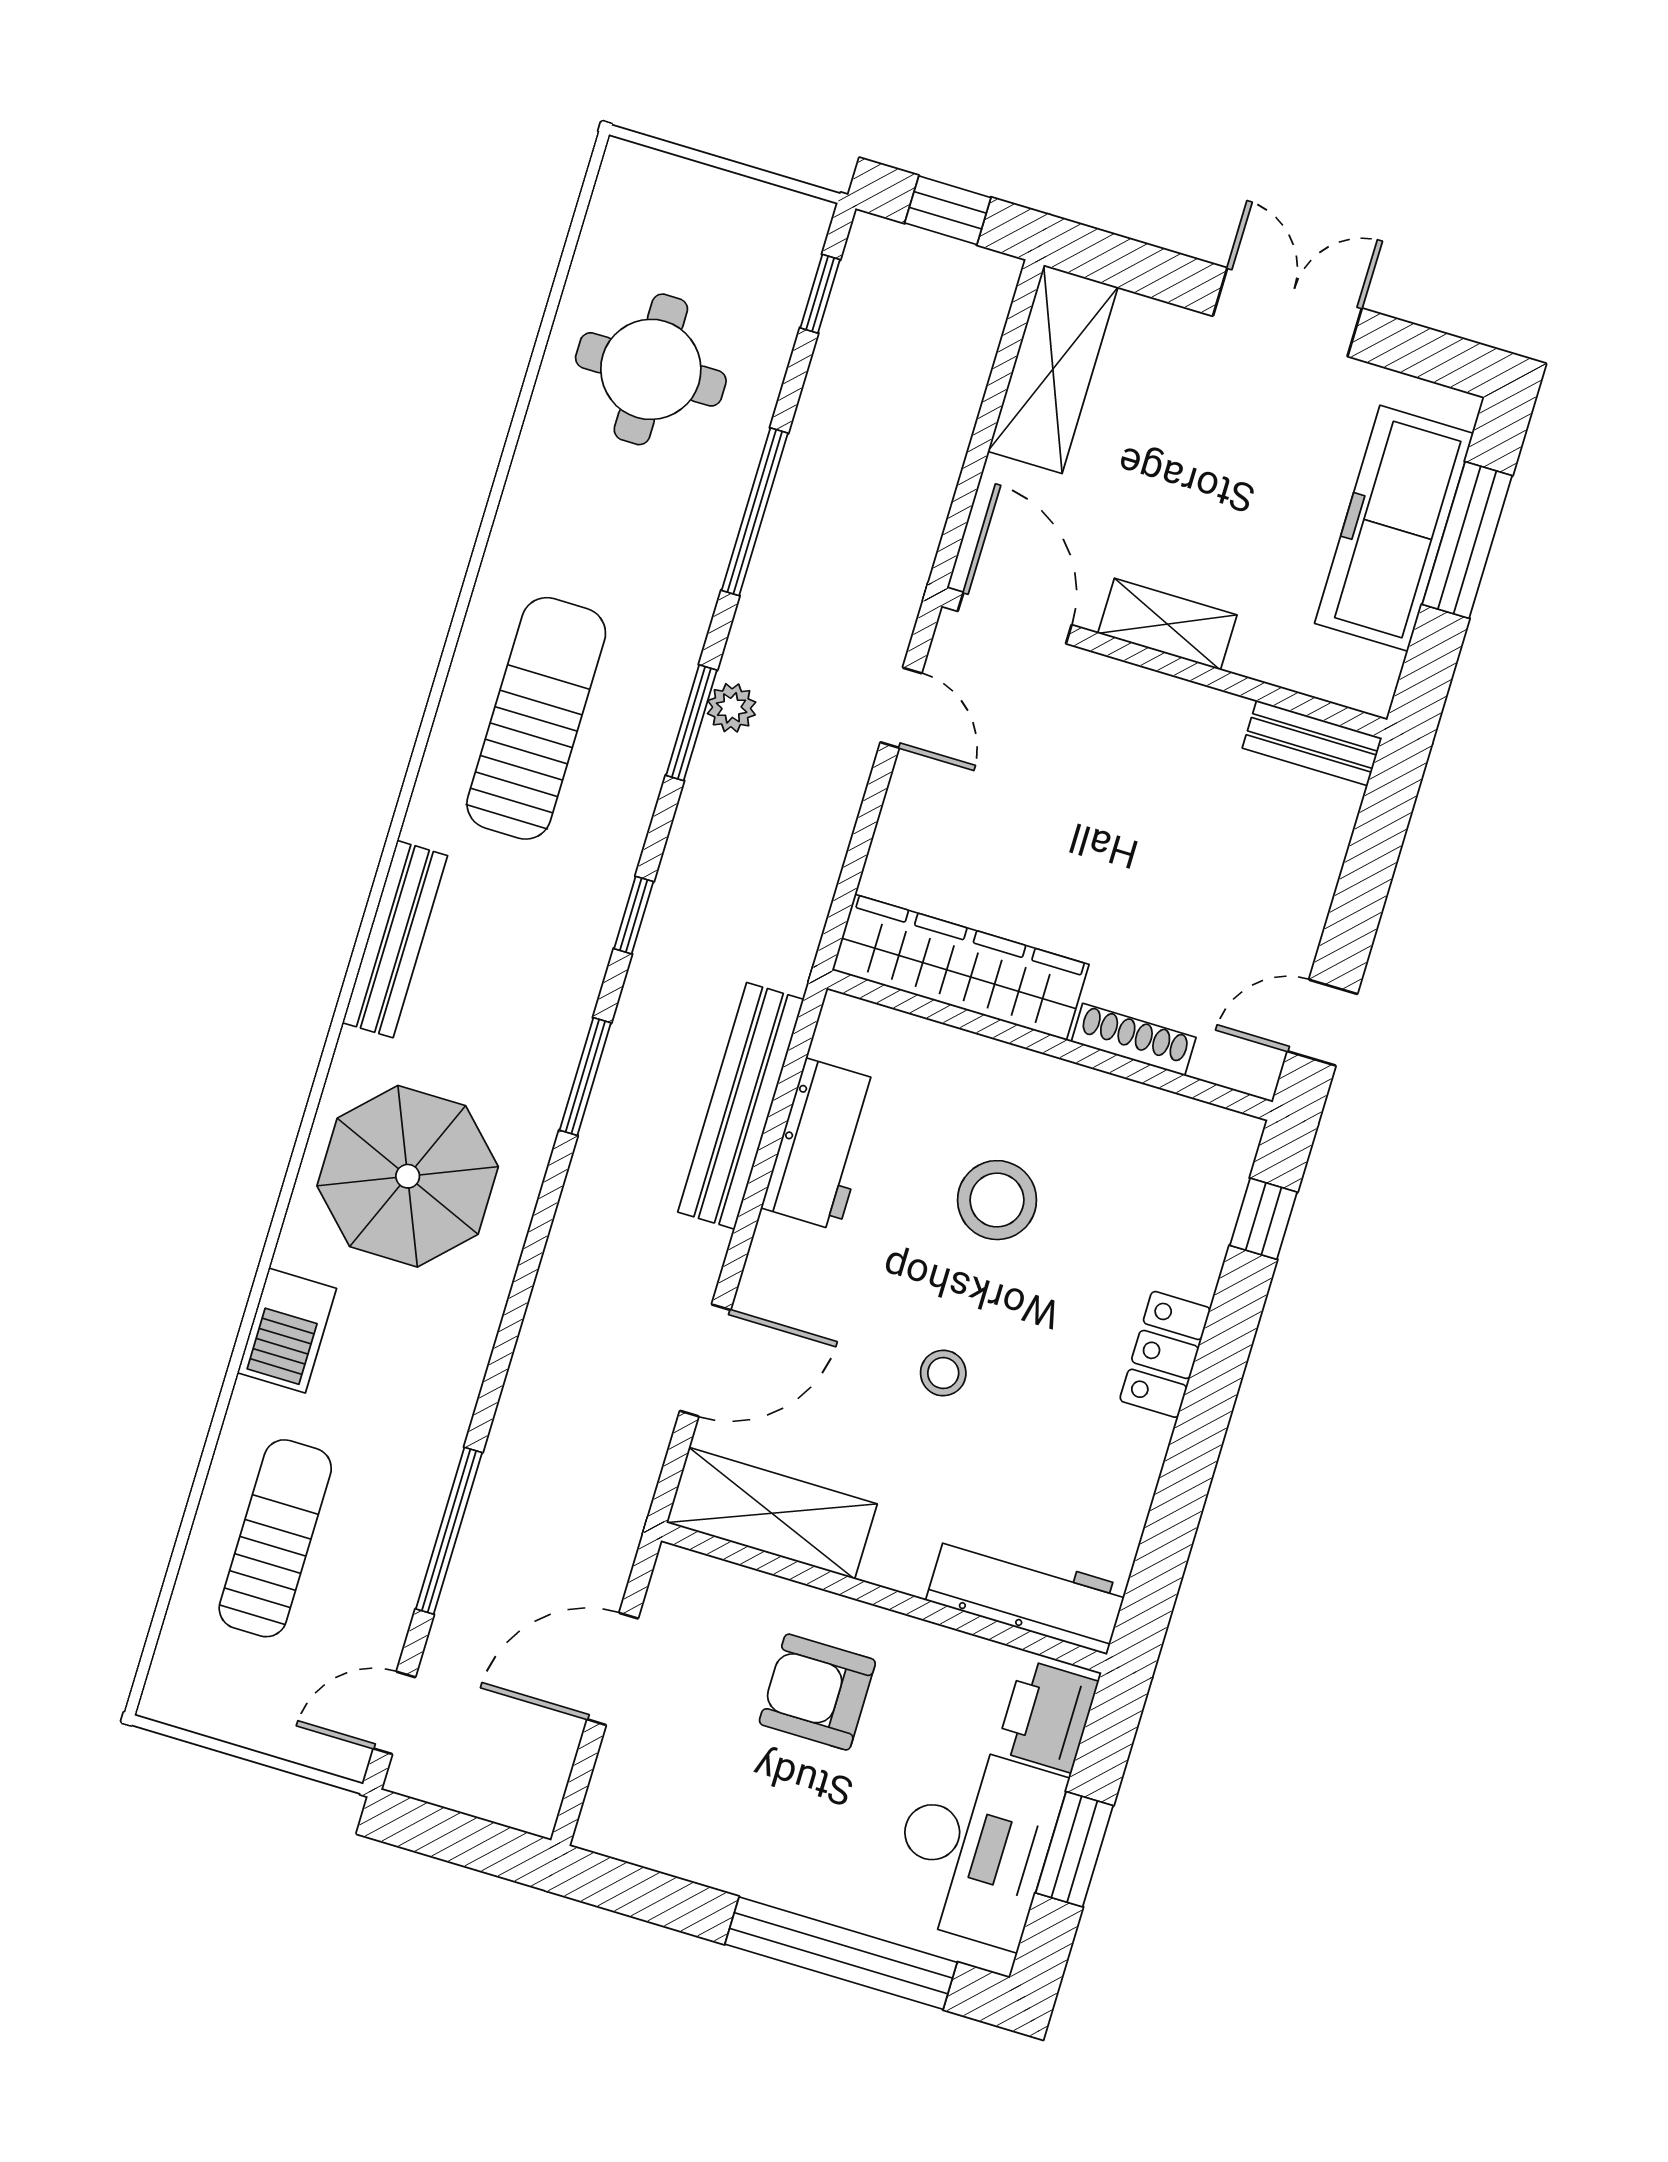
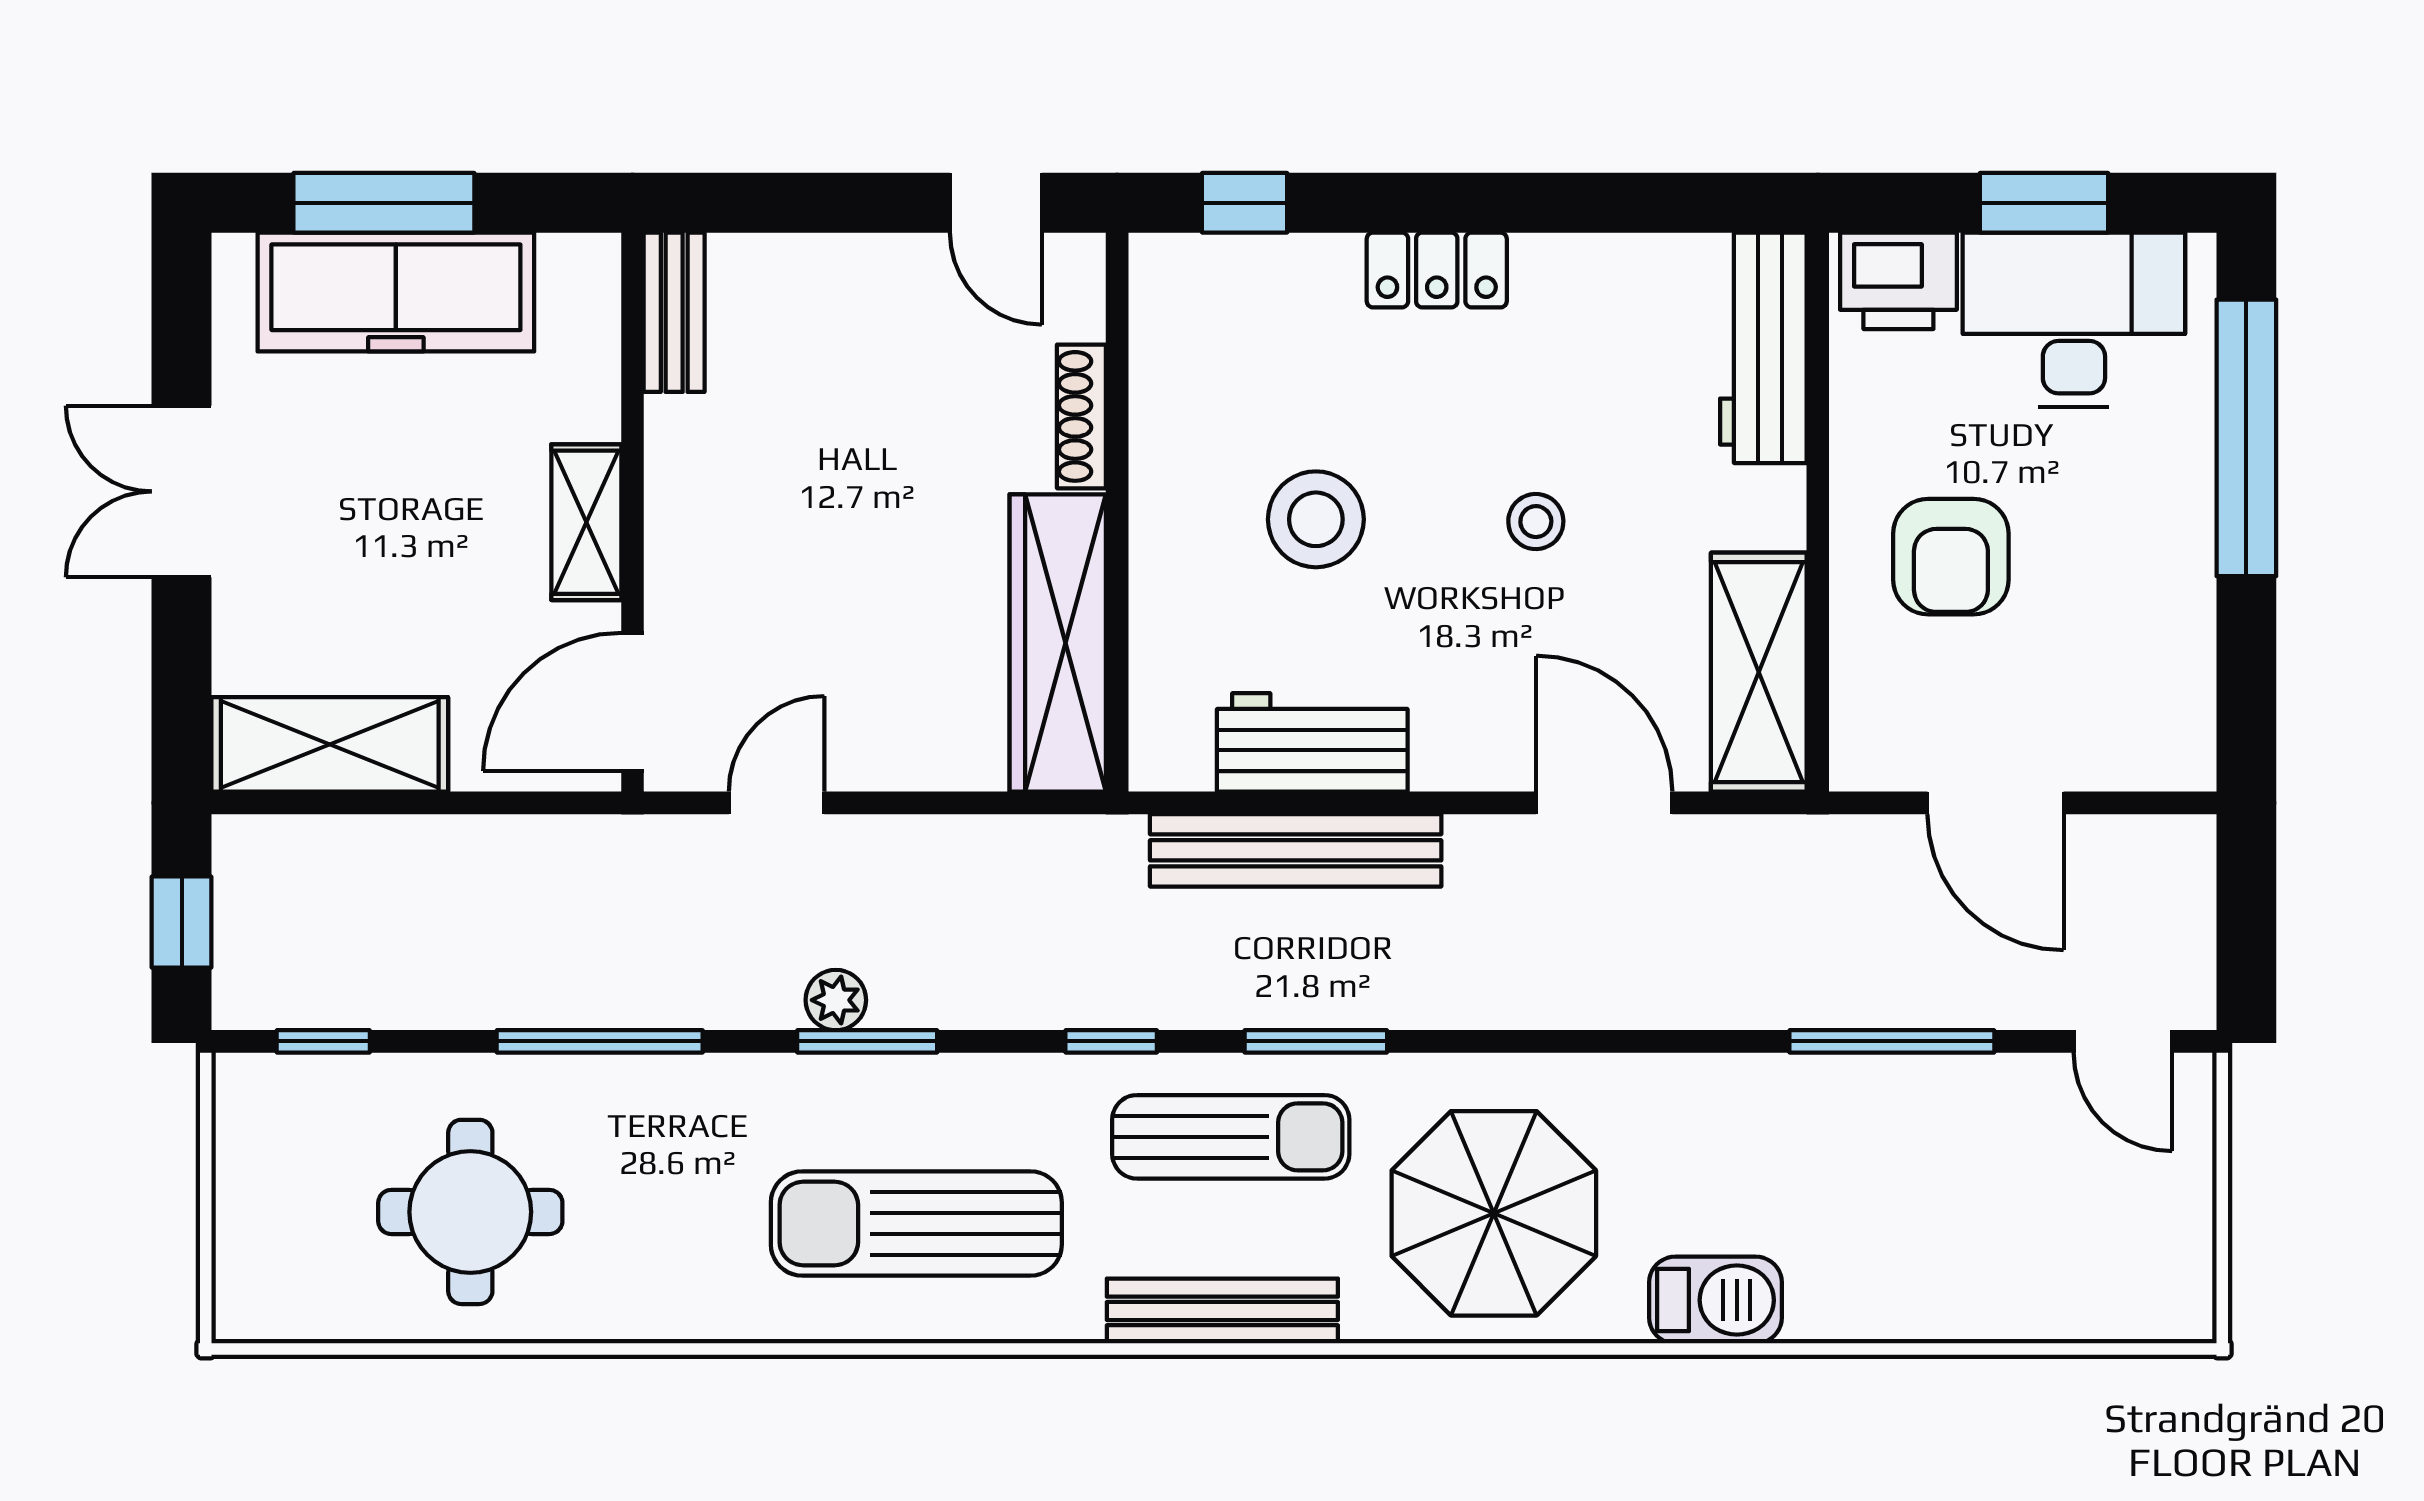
sun lounger: (275, 1538) -> (1231, 1137), moved, turned 180

